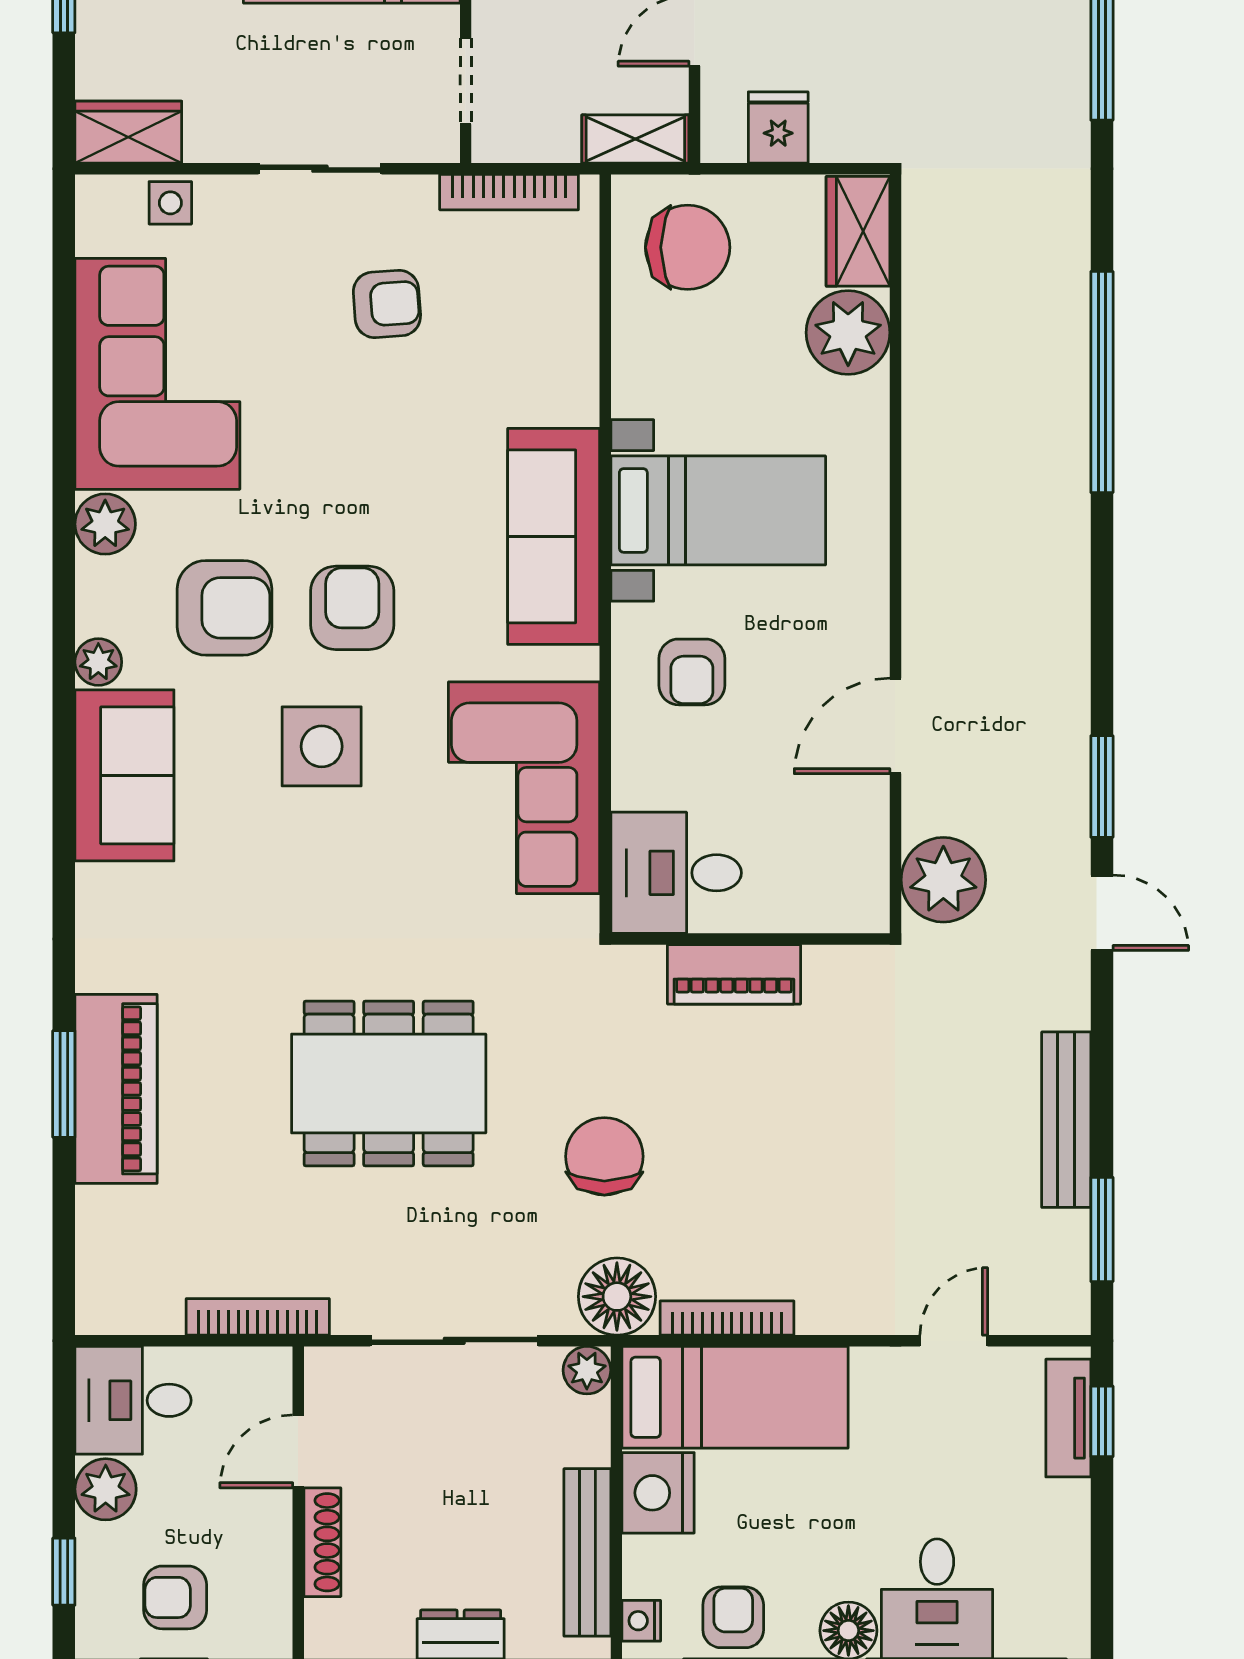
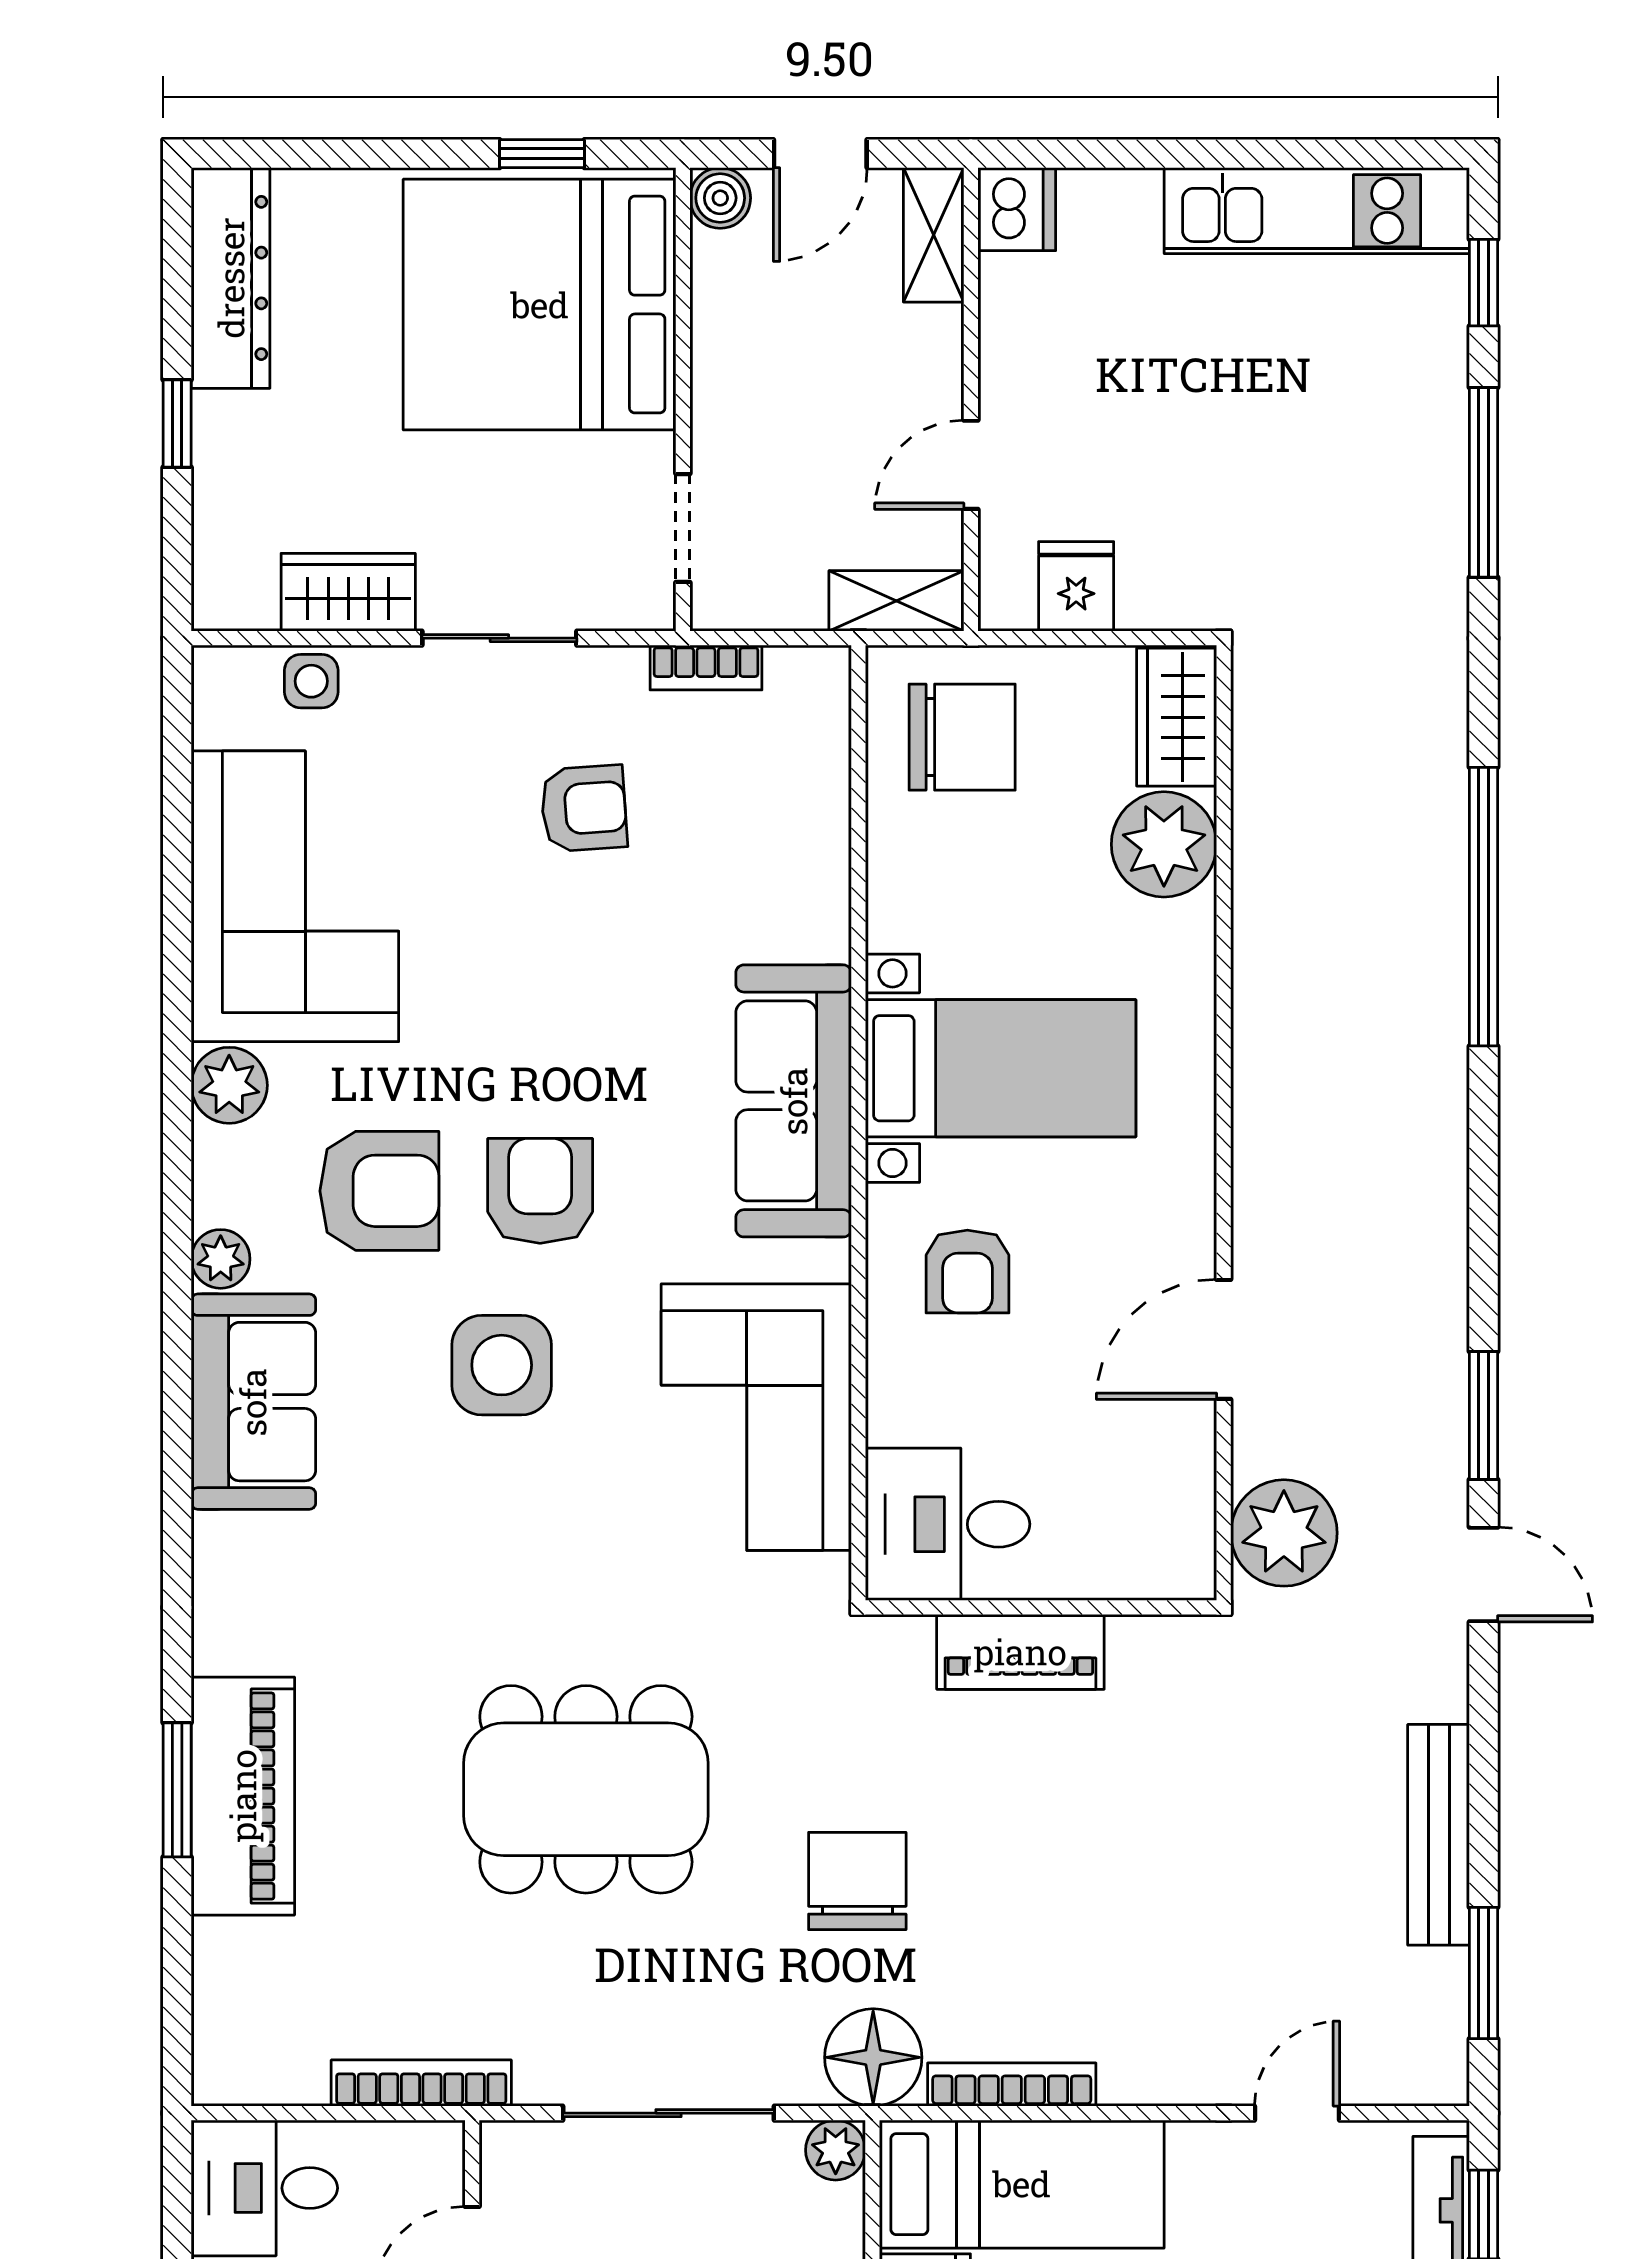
wardrobe: (128, 132) -> (348, 592), moved
bookcase: (509, 192) -> (706, 668), width x0.64

